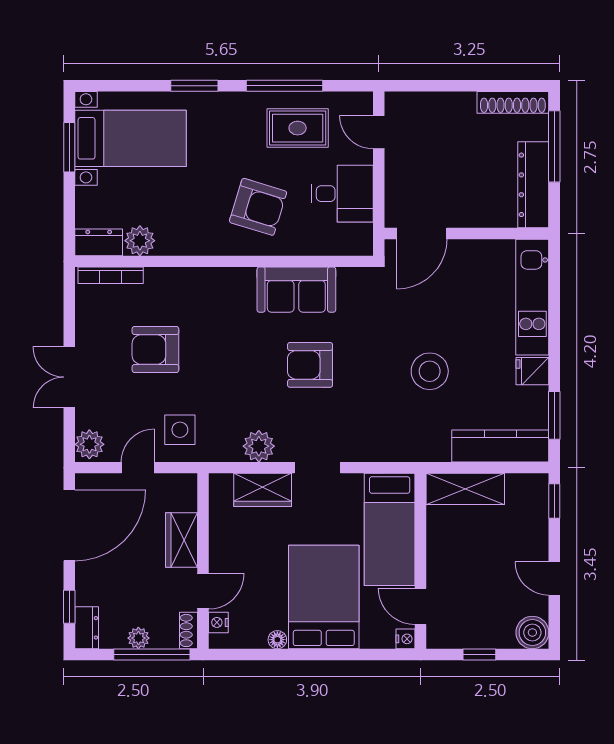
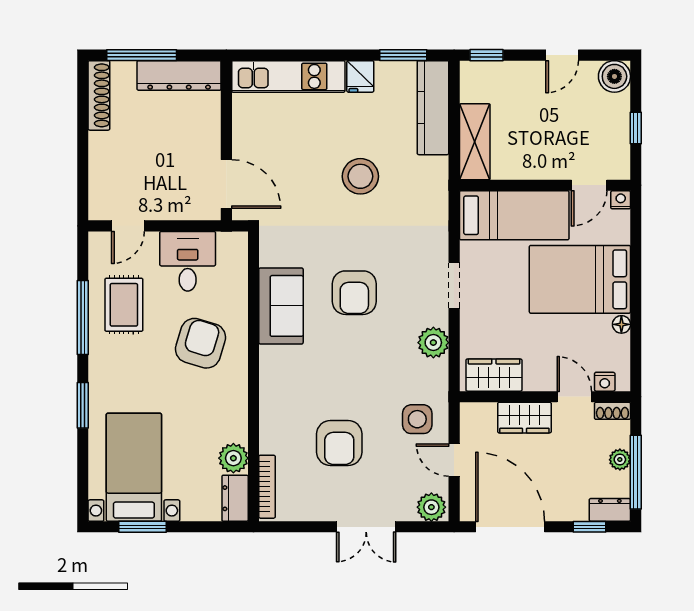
wardrobe: (263, 490) -> (494, 375), moved, turned -90
window: (152, 654) -> (636, 472), moved

